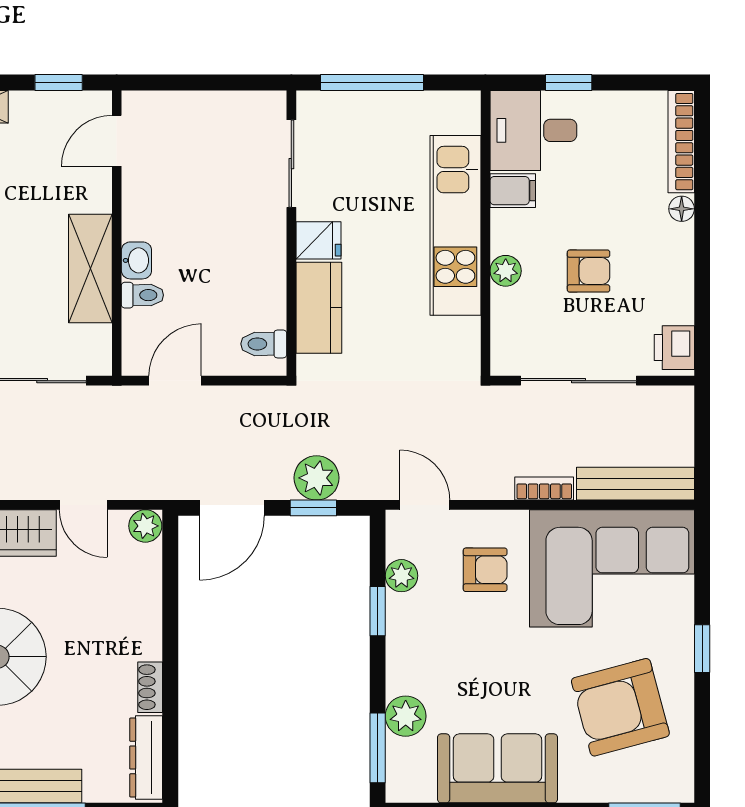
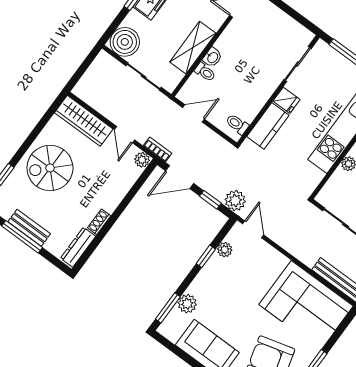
plant: (316, 478) -> (235, 201), moved
bookcase: (544, 488) -> (158, 149), moved
armchair: (485, 570) -> (258, 271), removed

